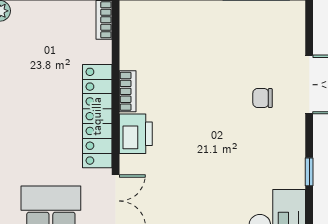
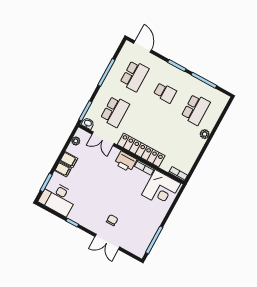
corner desk: (151, 37) -> (161, 189), added

